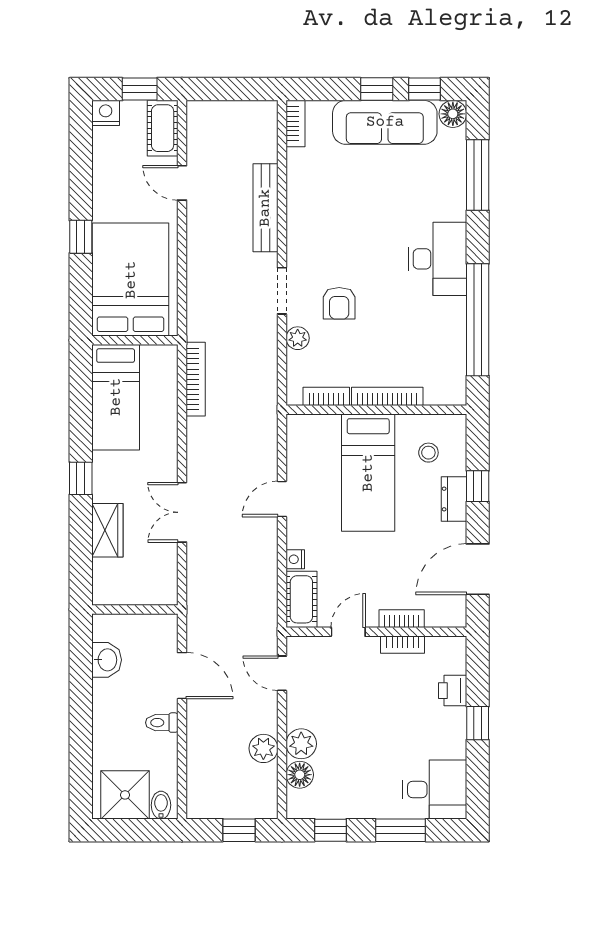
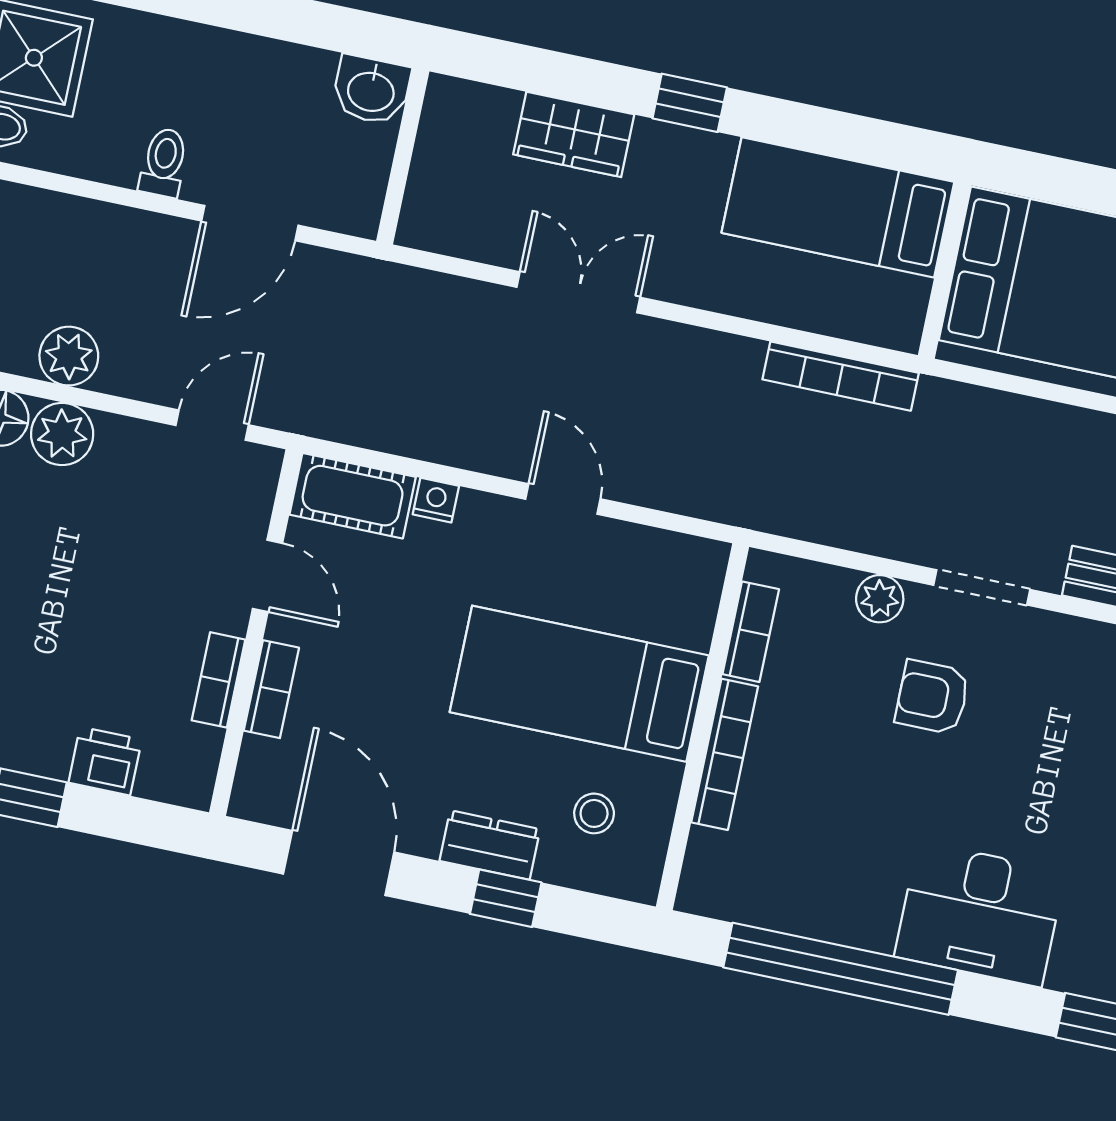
washbasin: (107, 660) -> (371, 90), moved

